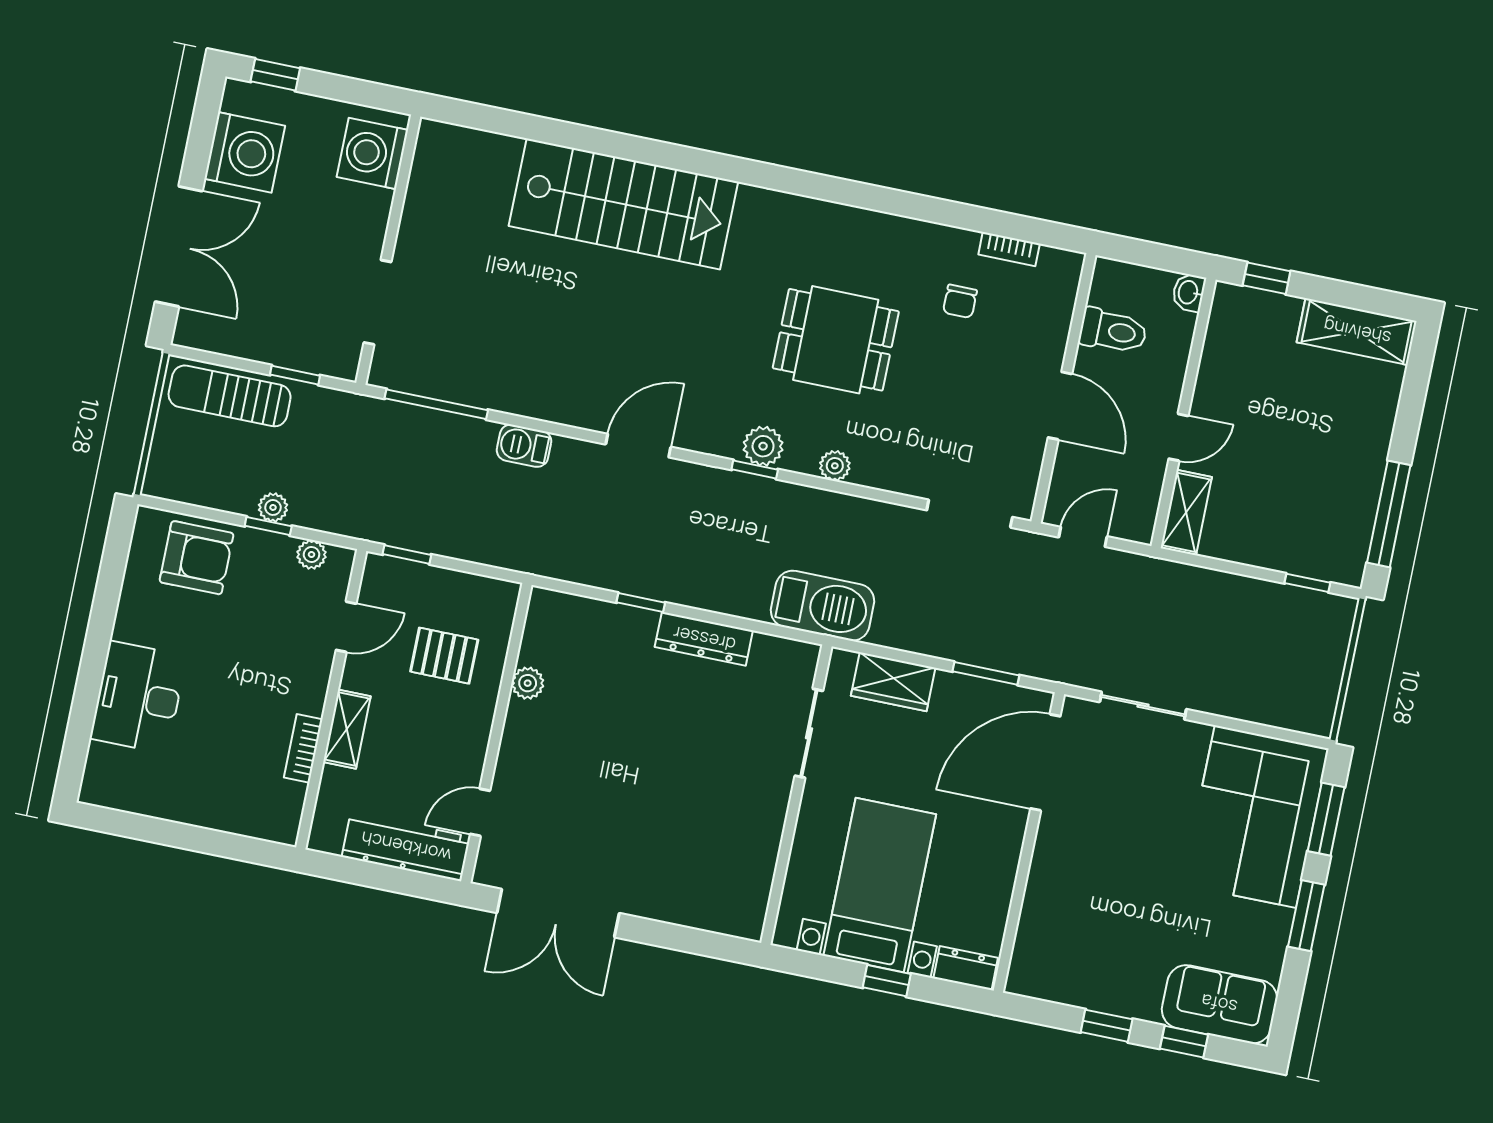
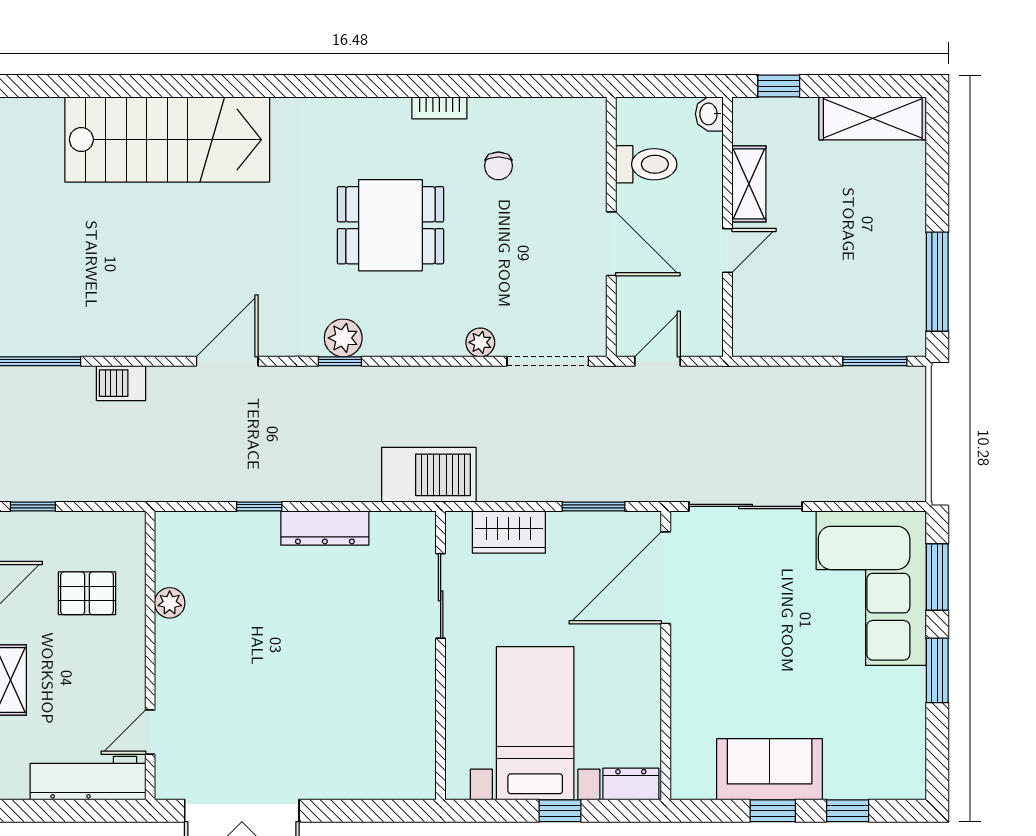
bookcase: (1009, 249) -> (439, 108), moved
plant: (835, 466) -> (480, 342), moved
shelving: (1186, 512) -> (749, 184), moved
window: (1307, 583) -> (875, 361), width x1.50
sliding door: (1143, 706) -> (746, 506), width x1.37
sofa: (1219, 1004) -> (770, 769), moved

